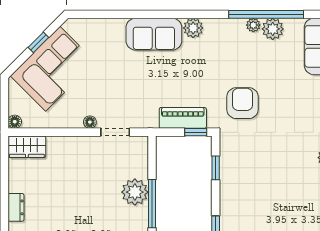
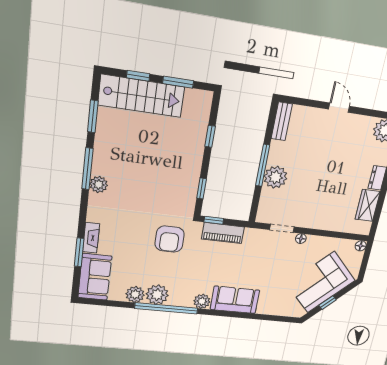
window: (266, 14) -> (166, 308), moved
plant: (253, 25) -> (157, 295), width x1.88, depth x1.88
wardrobe: (27, 147) -> (368, 205), moved, turned -90

